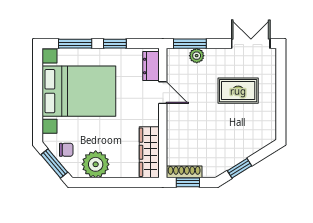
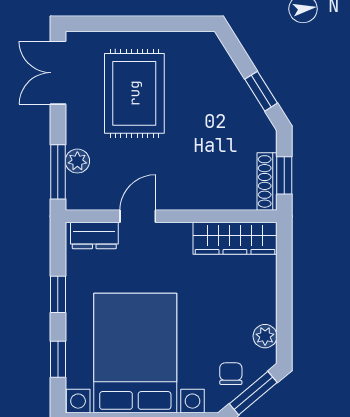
window: (75, 44) -> (58, 359), width x0.67
rug: (238, 91) -> (134, 93), width x1.36, depth x1.43
plant: (96, 164) -> (265, 336), width x0.53, depth x0.53

